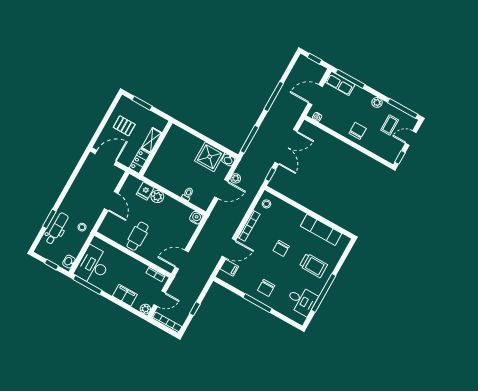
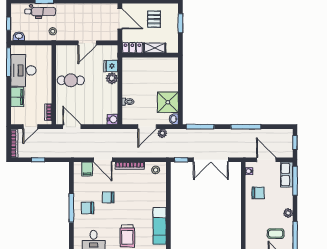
chair: (358, 131) -> (258, 193), moved
door: (221, 189) -> (147, 127), hinge flipped
chair: (281, 248) -> (108, 197), moved
desk: (93, 266) -> (23, 70), moved, turned -90
door: (160, 299) -> (30, 127), hinge flipped
plant: (145, 309) -> (15, 120), removed

